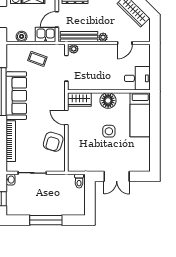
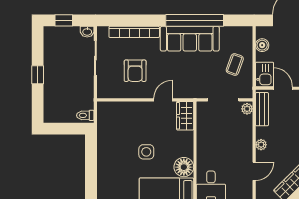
bench: (79, 37) -> (262, 109), width x0.73
door: (125, 43) -> (254, 171), swing flipped
floor lamp: (108, 101) -> (184, 167), moved
armchair: (53, 142) -> (135, 71), moved, turned -107
double door: (117, 176) -> (91, 161), removed
window: (46, 220) -> (38, 75), width x0.46

